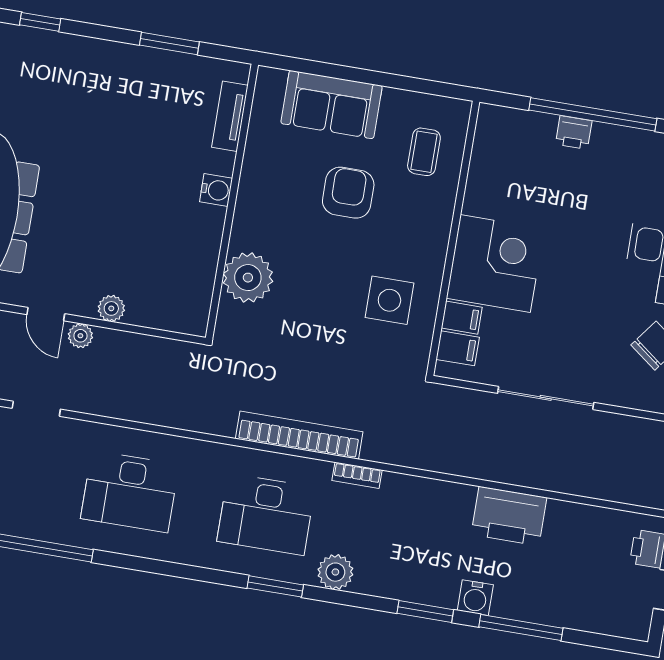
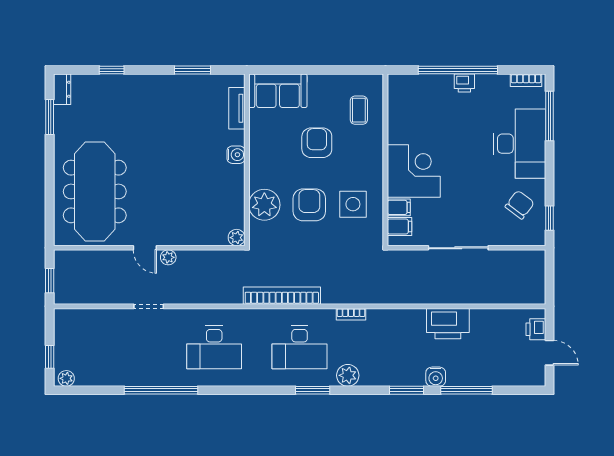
sofa: (331, 105) -> (278, 91), moved
printer: (574, 132) -> (464, 83), moved
armchair: (320, 290) -> (309, 205), added
plant: (111, 308) -> (237, 238), moved
bookcase: (299, 435) -> (282, 296), moved

